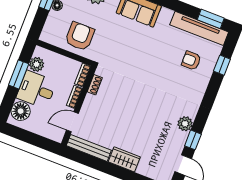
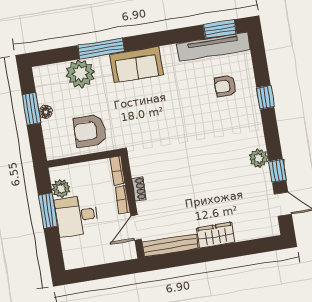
armchair: (80, 36) -> (90, 131), turned -90
window: (222, 65) -> (265, 97), moved
shoe rack: (95, 85) -> (139, 189), moved
floor lamp: (21, 111) -> (73, 249), removed

